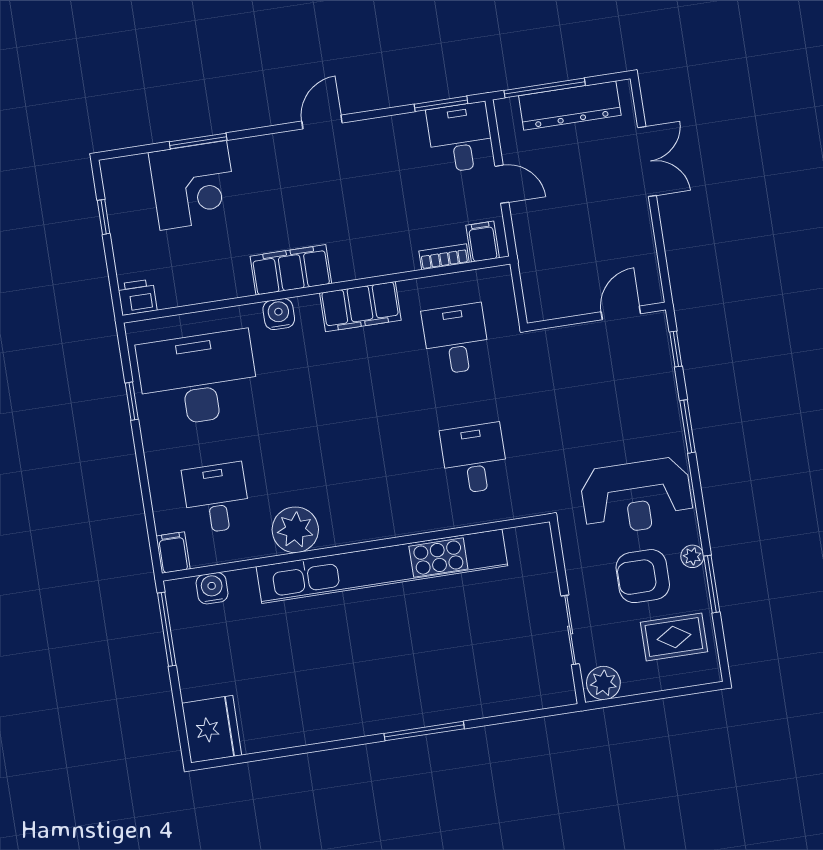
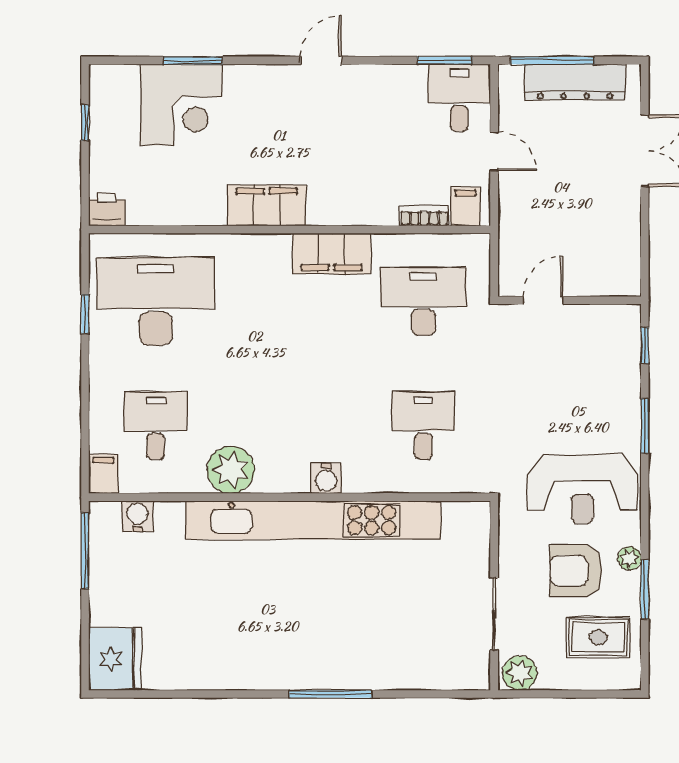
door: (621, 313) -> (543, 300), moved
water cooler: (279, 314) -> (326, 478), moved, turned 180
desk: (456, 339) -> (423, 301), width x1.37

